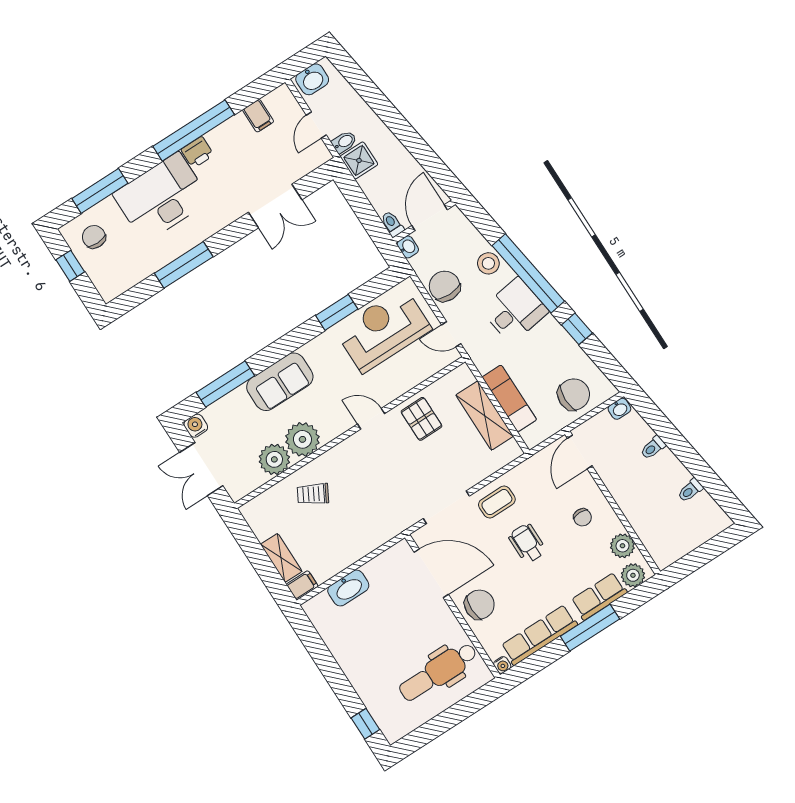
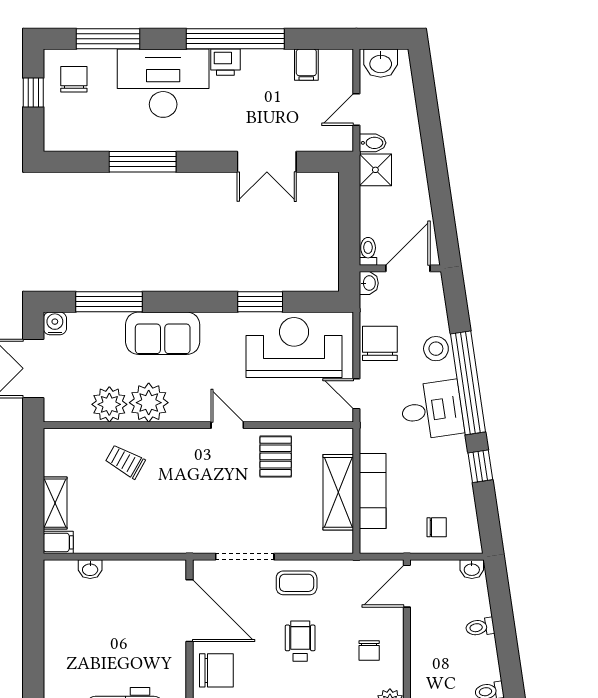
chair: (574, 395) -> (437, 527), width x0.54, depth x0.54
washbasin: (348, 588) -> (90, 569), width x0.52, depth x0.69

